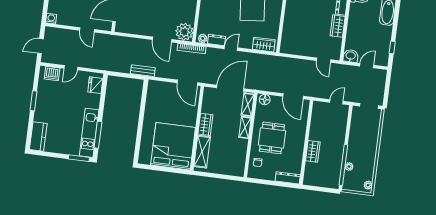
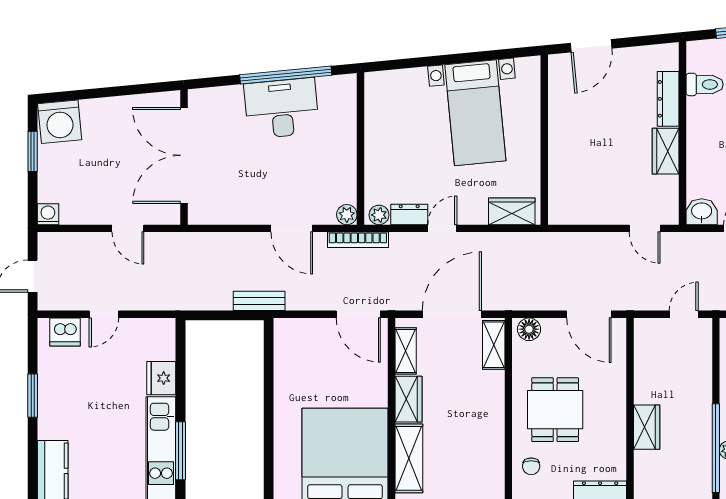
plant: (184, 32) -> (347, 215), width x0.53, depth x0.53
fridge: (95, 85) -> (161, 378), moved
shelving: (245, 127) -> (406, 351), moved

